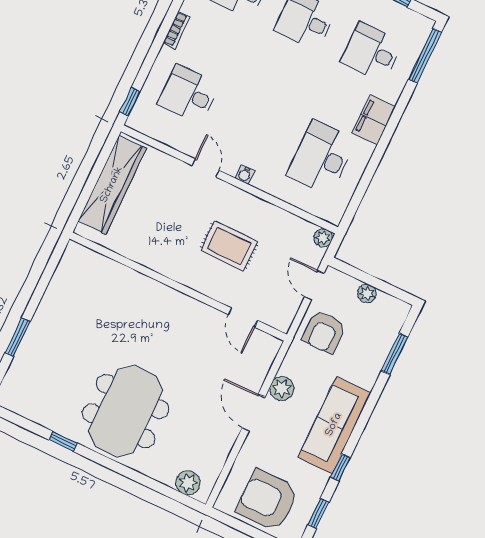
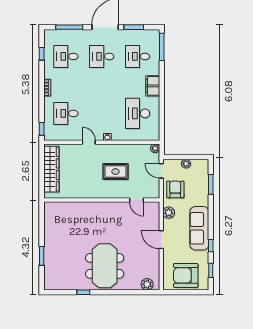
armchair: (324, 332) -> (175, 189), turned 180
plant: (282, 388) -> (169, 213), moved

